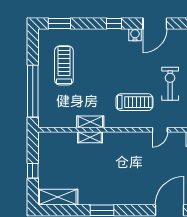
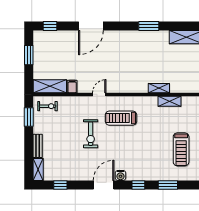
window: (59, 24) -> (168, 185), moved
shelving: (90, 122) -> (169, 101), moved

